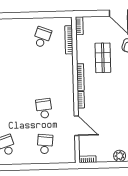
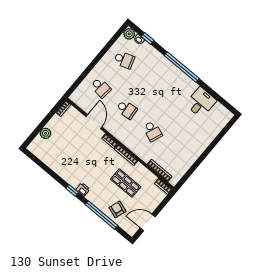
school desk: (42, 37) -> (152, 131), moved
door: (77, 126) -> (94, 122), swing flipped

